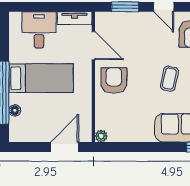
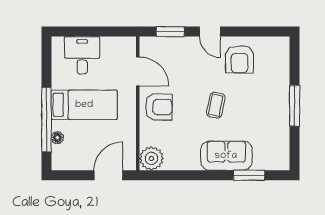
tv unit: (75, 18) -> (119, 43), removed
armchair: (114, 80) -> (159, 107), turned 90
plant: (101, 136) -> (151, 158), width x1.87, depth x1.87

